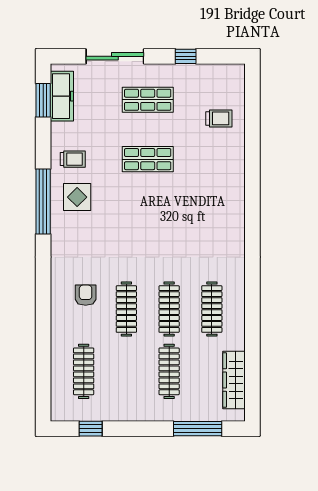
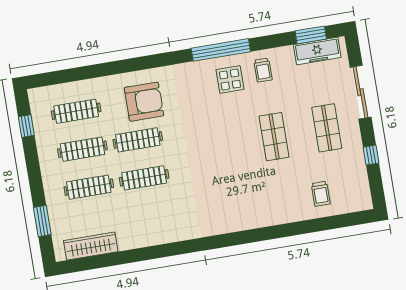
armchair: (86, 295) -> (144, 102), width x1.88, depth x1.88
clothes rail: (212, 309) -> (82, 149), moved
window: (198, 429) -> (42, 221), width x0.69

